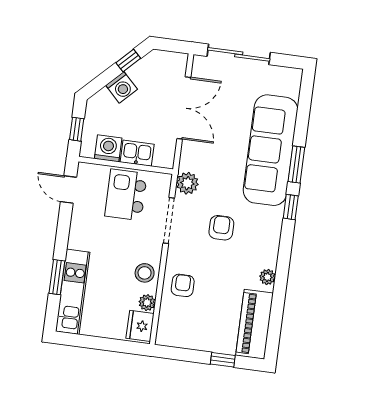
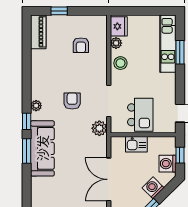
washing machine: (108, 148) -> (168, 164), moved, turned 90
sofa: (270, 150) -> (42, 148), width x0.74, depth x0.79
armchair: (221, 228) -> (72, 101), turned 180
plant: (267, 277) -> (36, 106), moved
armchair: (183, 285) -> (81, 45), moved
piano: (254, 324) -> (38, 32), width x0.73, depth x0.75

